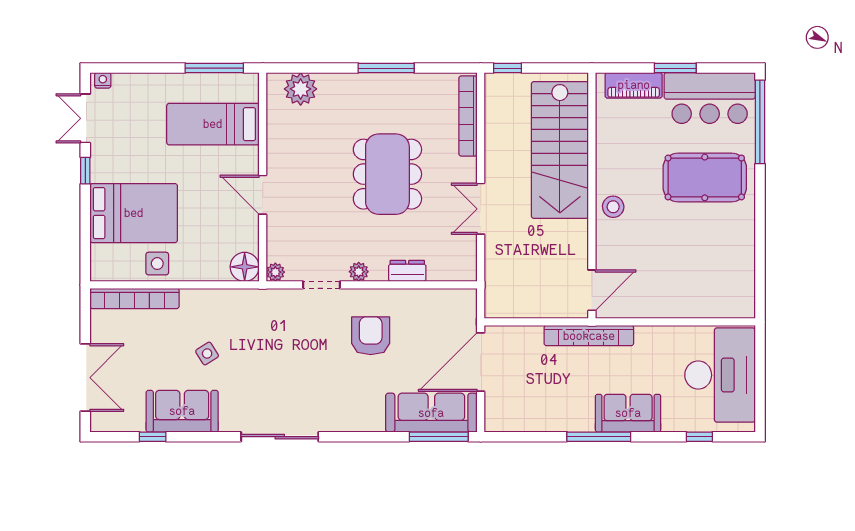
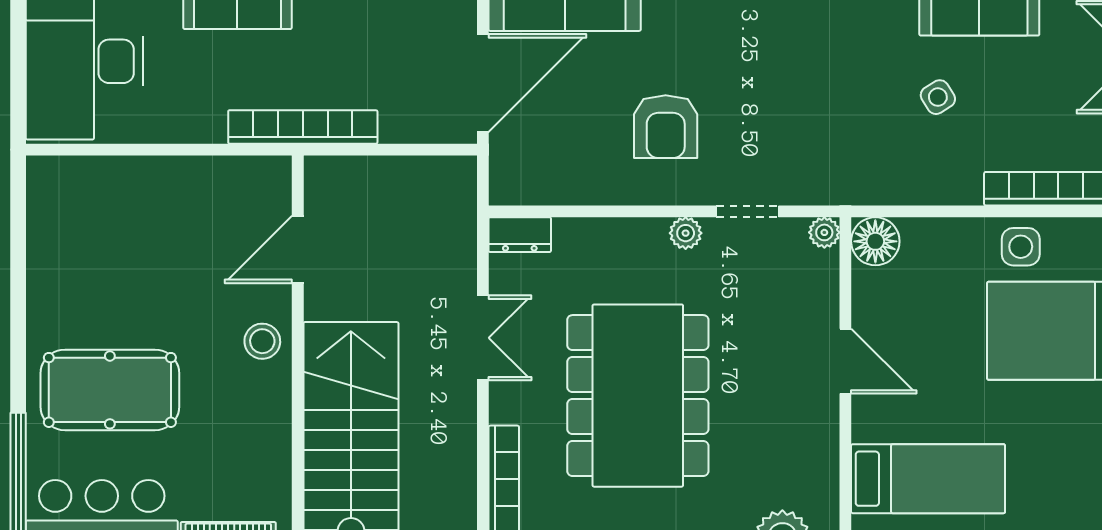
dining table: (387, 174) -> (638, 396), width x1.36, depth x1.24
dresser: (407, 271) -> (520, 235), moved
door: (592, 290) -> (298, 250), moved

